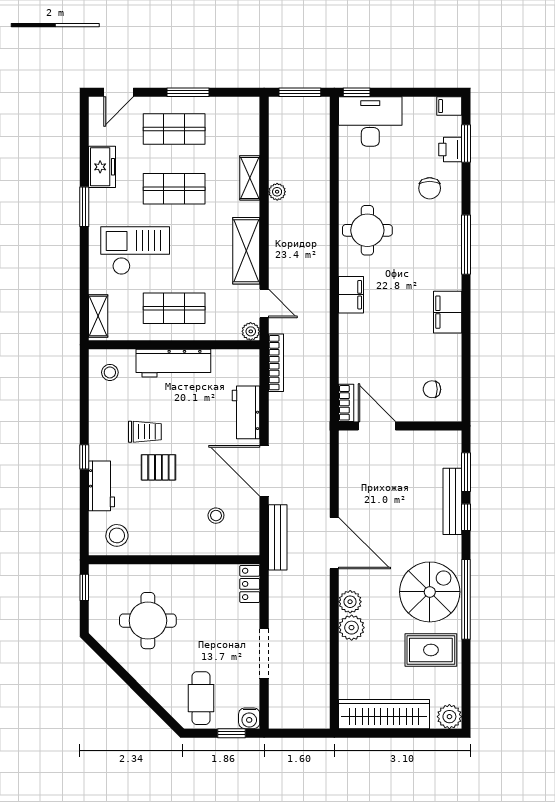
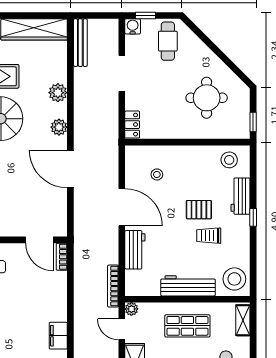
stool: (110, 372) -> (234, 279), width x1.89, depth x1.89
bench: (278, 537) -> (80, 43), moved
door: (334, 543) -> (70, 169), moved
plant: (350, 602) -> (59, 127), moved

